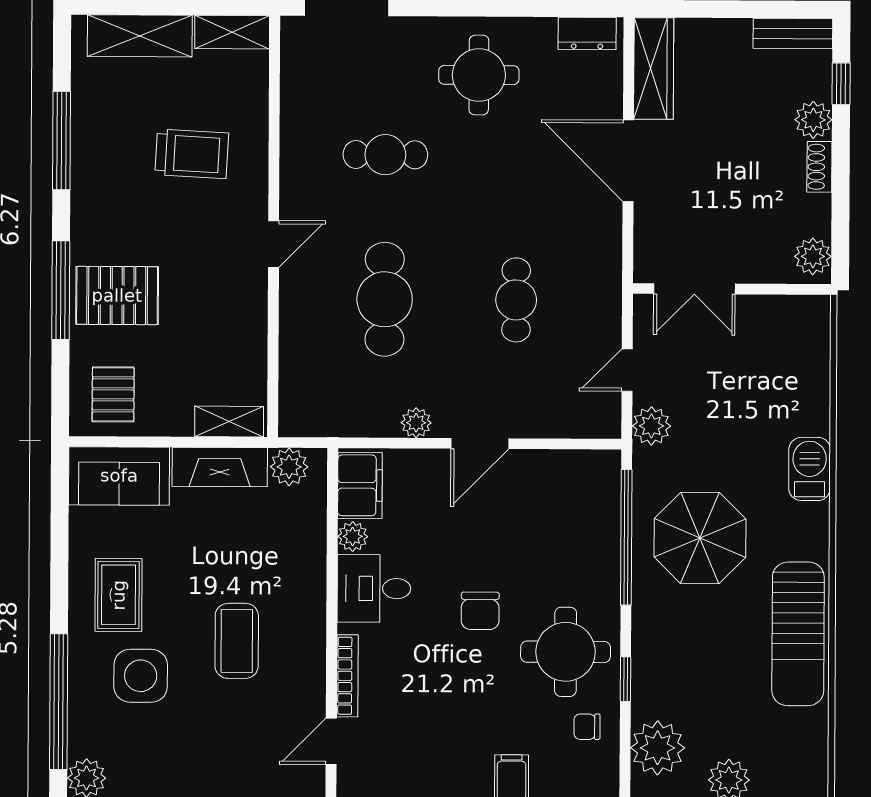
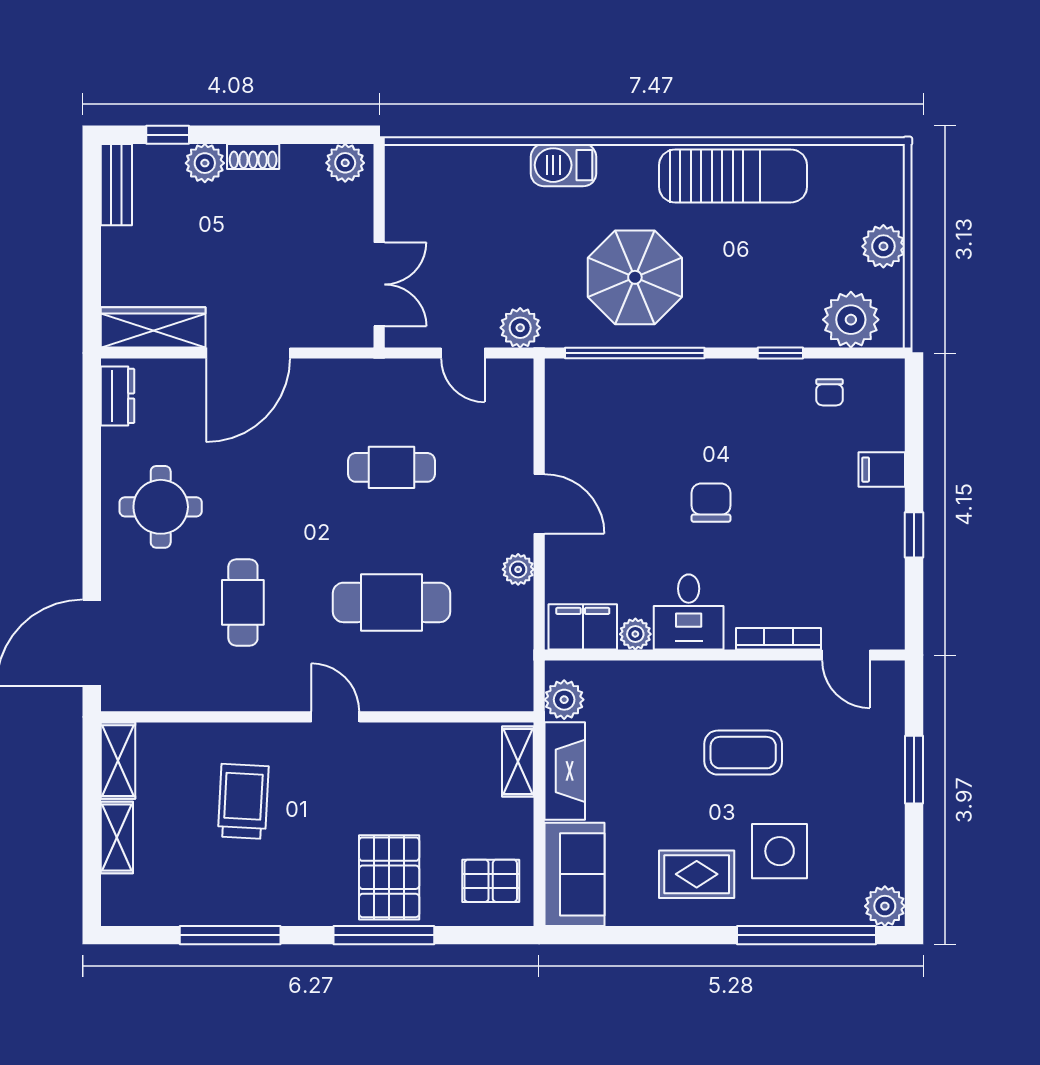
shelving: (140, 36) -> (117, 838), width x0.67, depth x0.75
chair: (480, 611) -> (711, 503), turned -90
round table: (566, 652) -> (753, 415), removed

